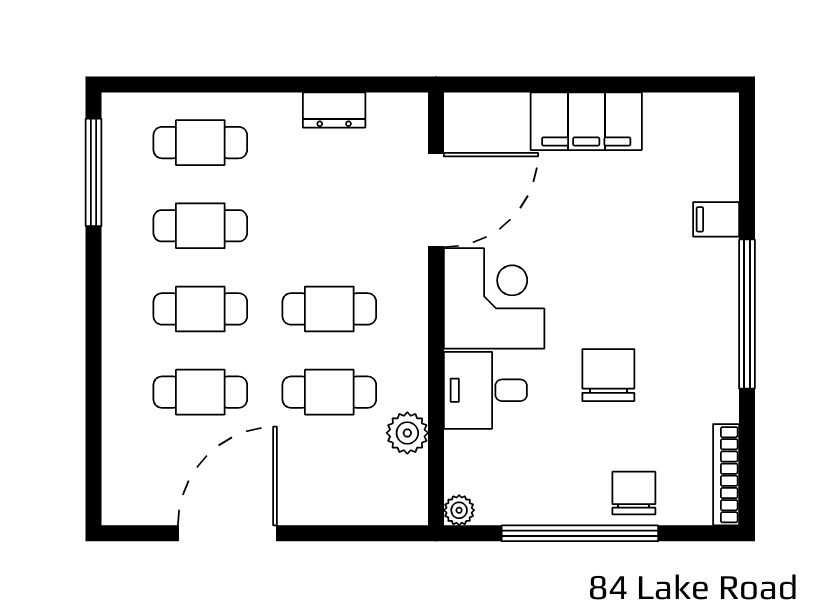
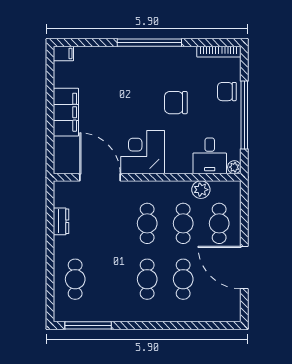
filing cabinet: (716, 219) -> (63, 53), moved, turned -90
cafe table: (200, 226) -> (219, 223), moved
desk: (485, 390) -> (210, 156), moved

